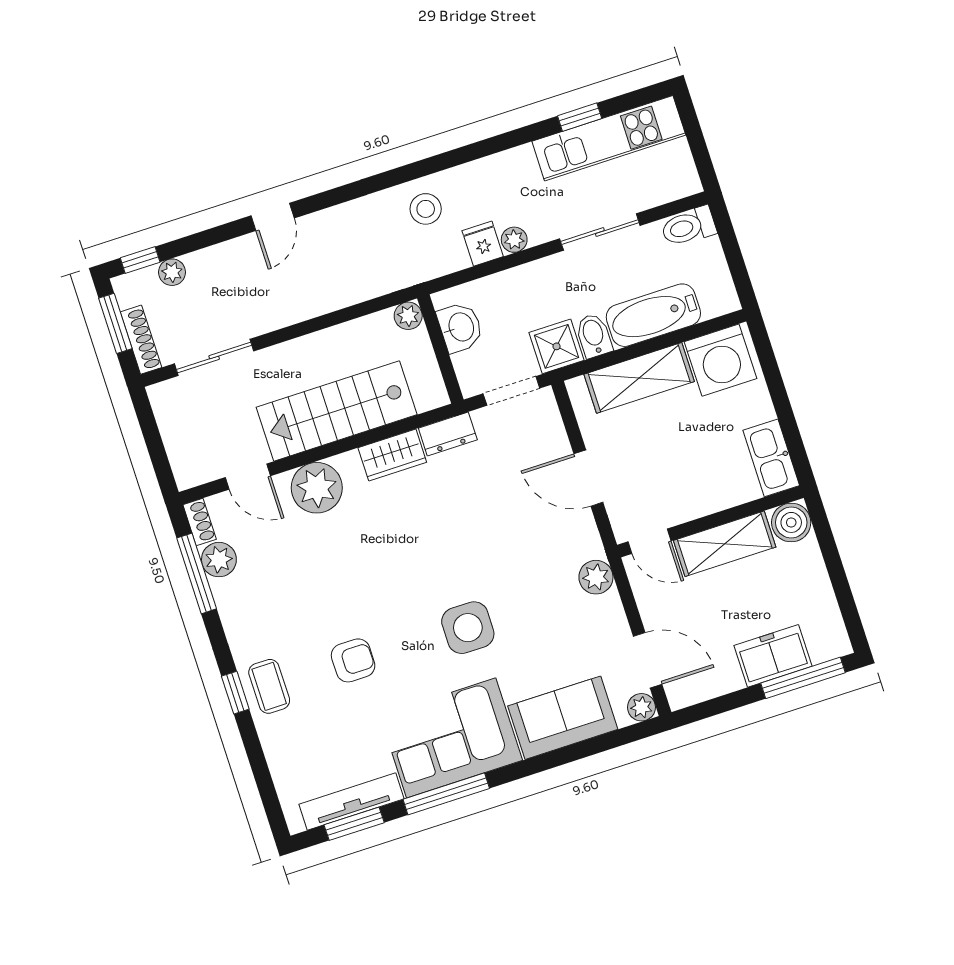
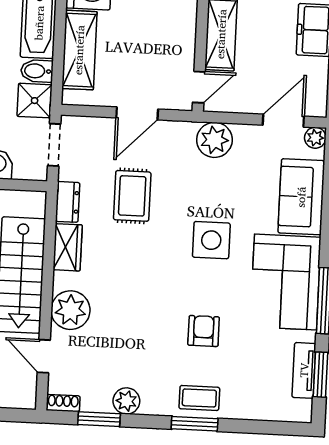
door: (248, 477) -> (44, 356), swing flipped
rug: (485, 510) -> (132, 196), added
plant: (219, 560) -> (126, 401), moved
window: (197, 573) -> (99, 419), width x0.69
plant: (596, 577) -> (214, 140), width x1.36, depth x1.36
window: (235, 693) -> (195, 424), width x1.50
tv unit: (351, 802) -> (304, 370), width x0.71

